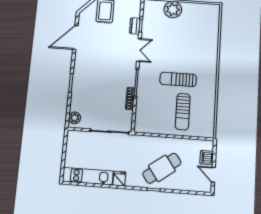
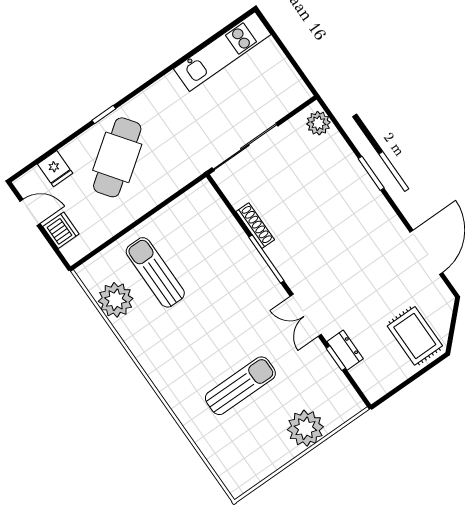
sun lounger: (178, 79) -> (240, 386), moved
plant: (206, 113) -> (116, 300), added
fridge: (119, 179) -> (55, 169), moved

